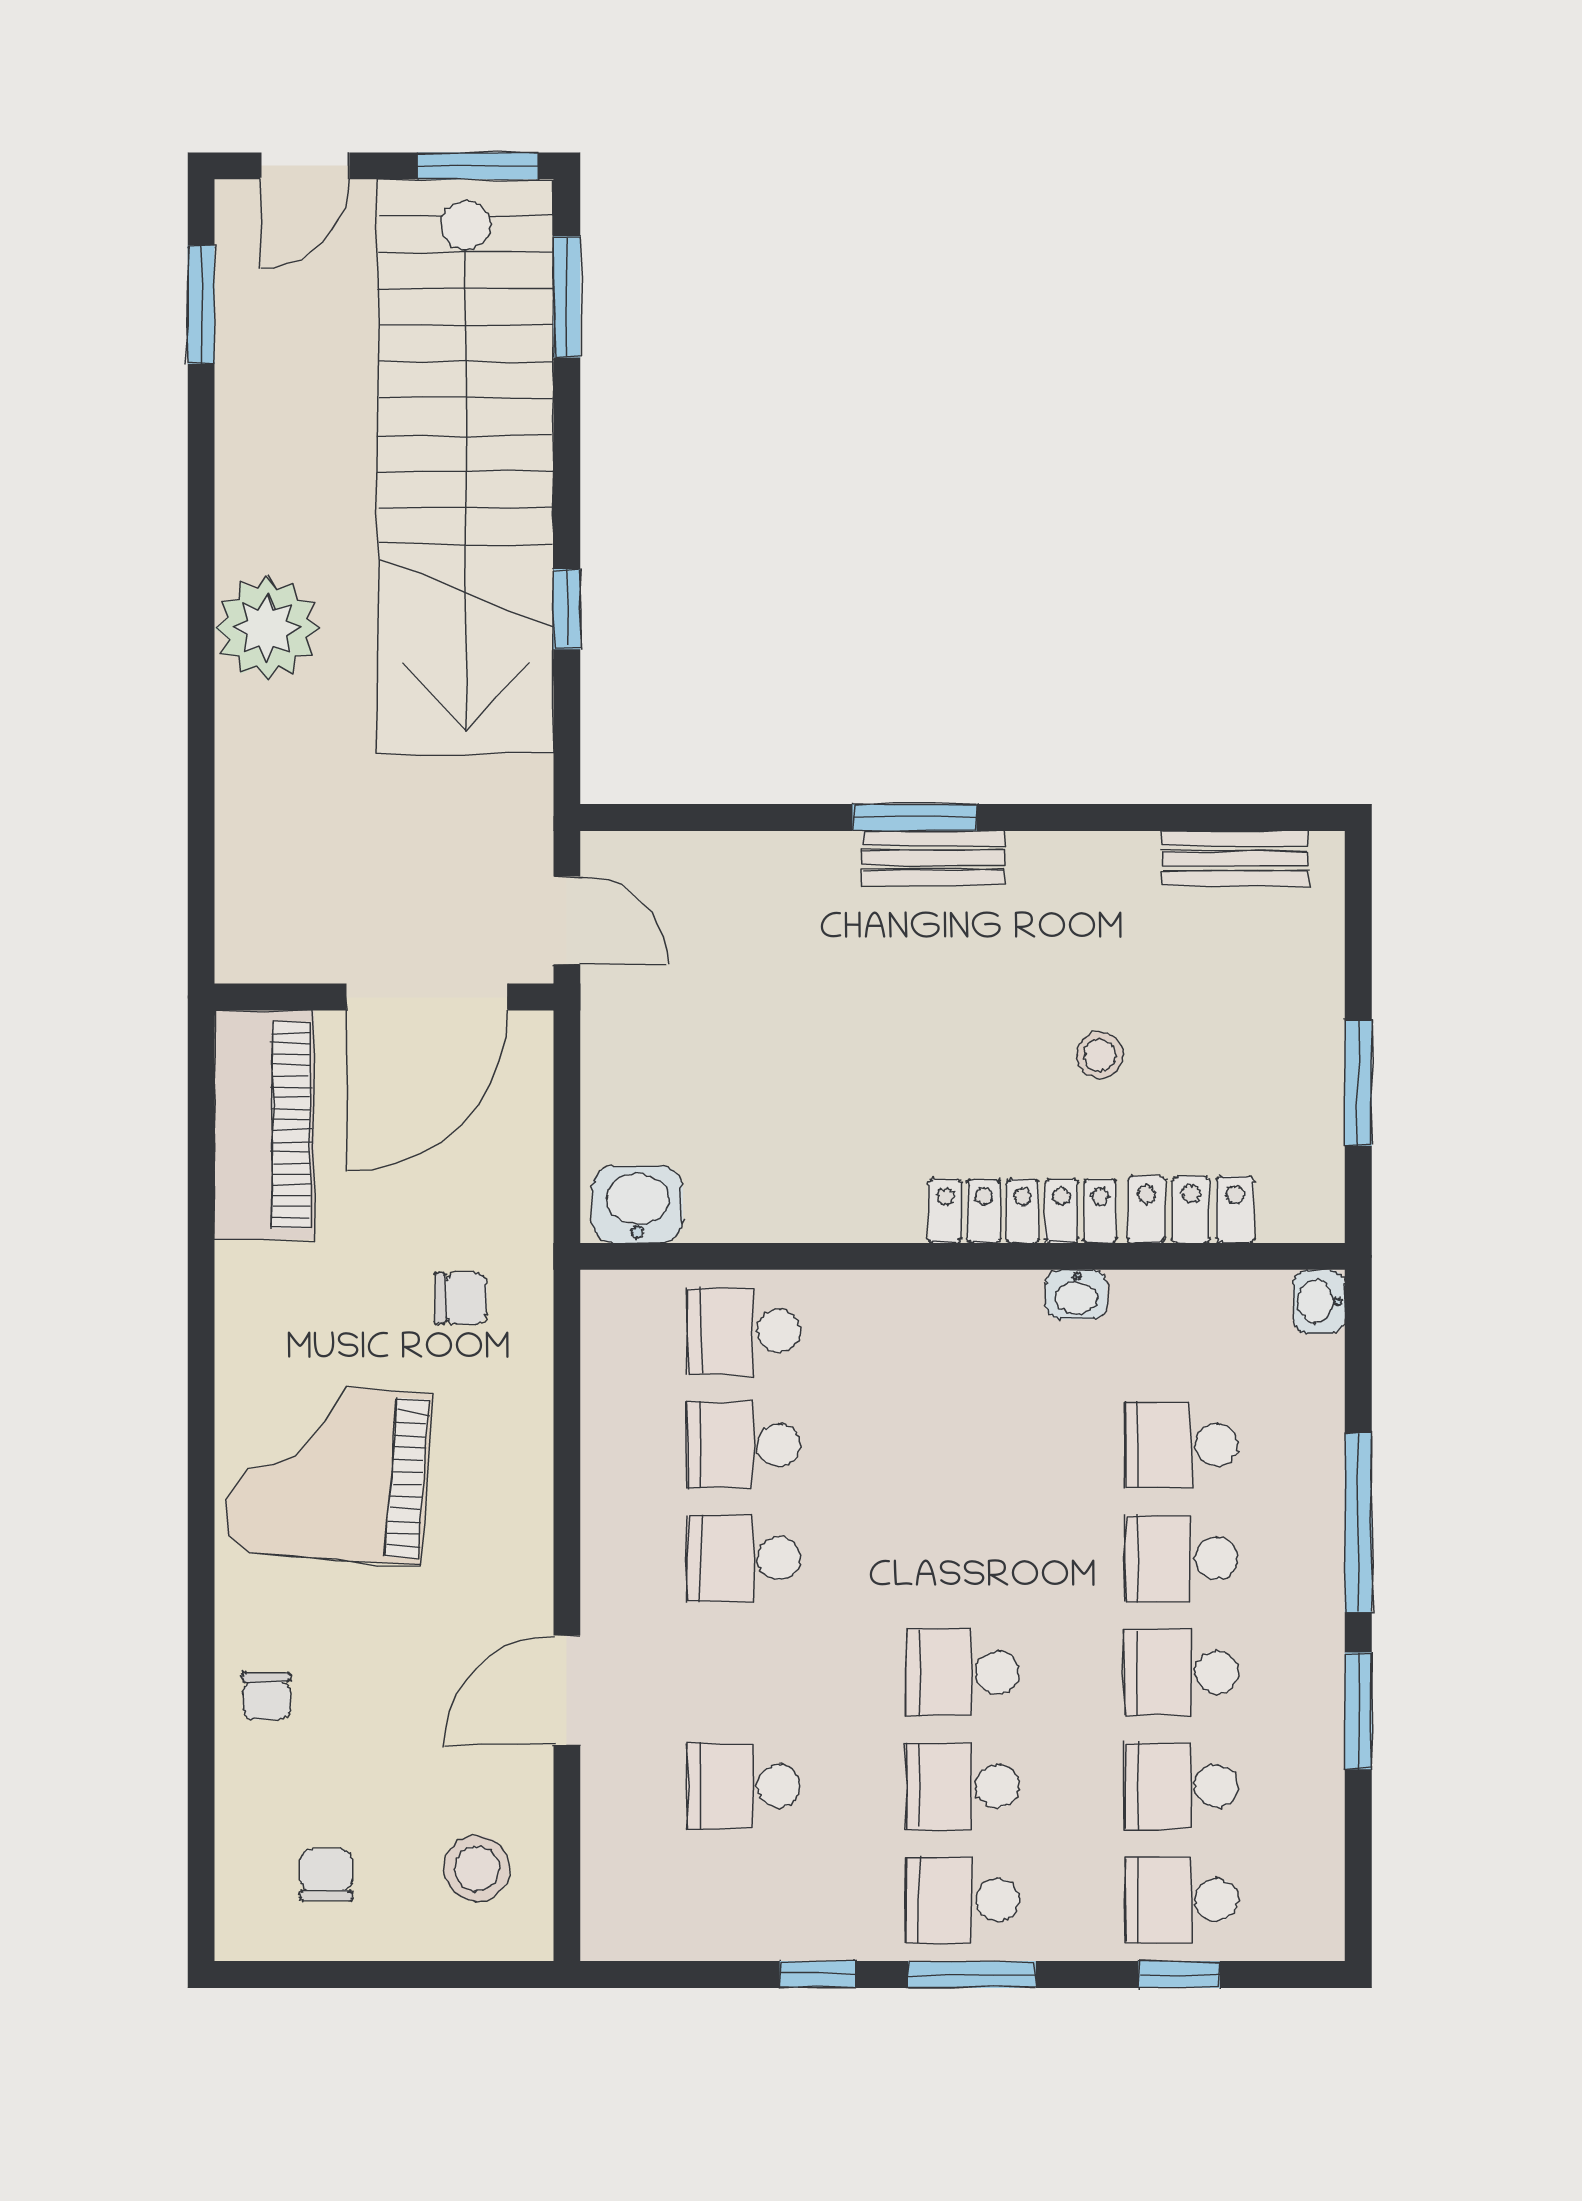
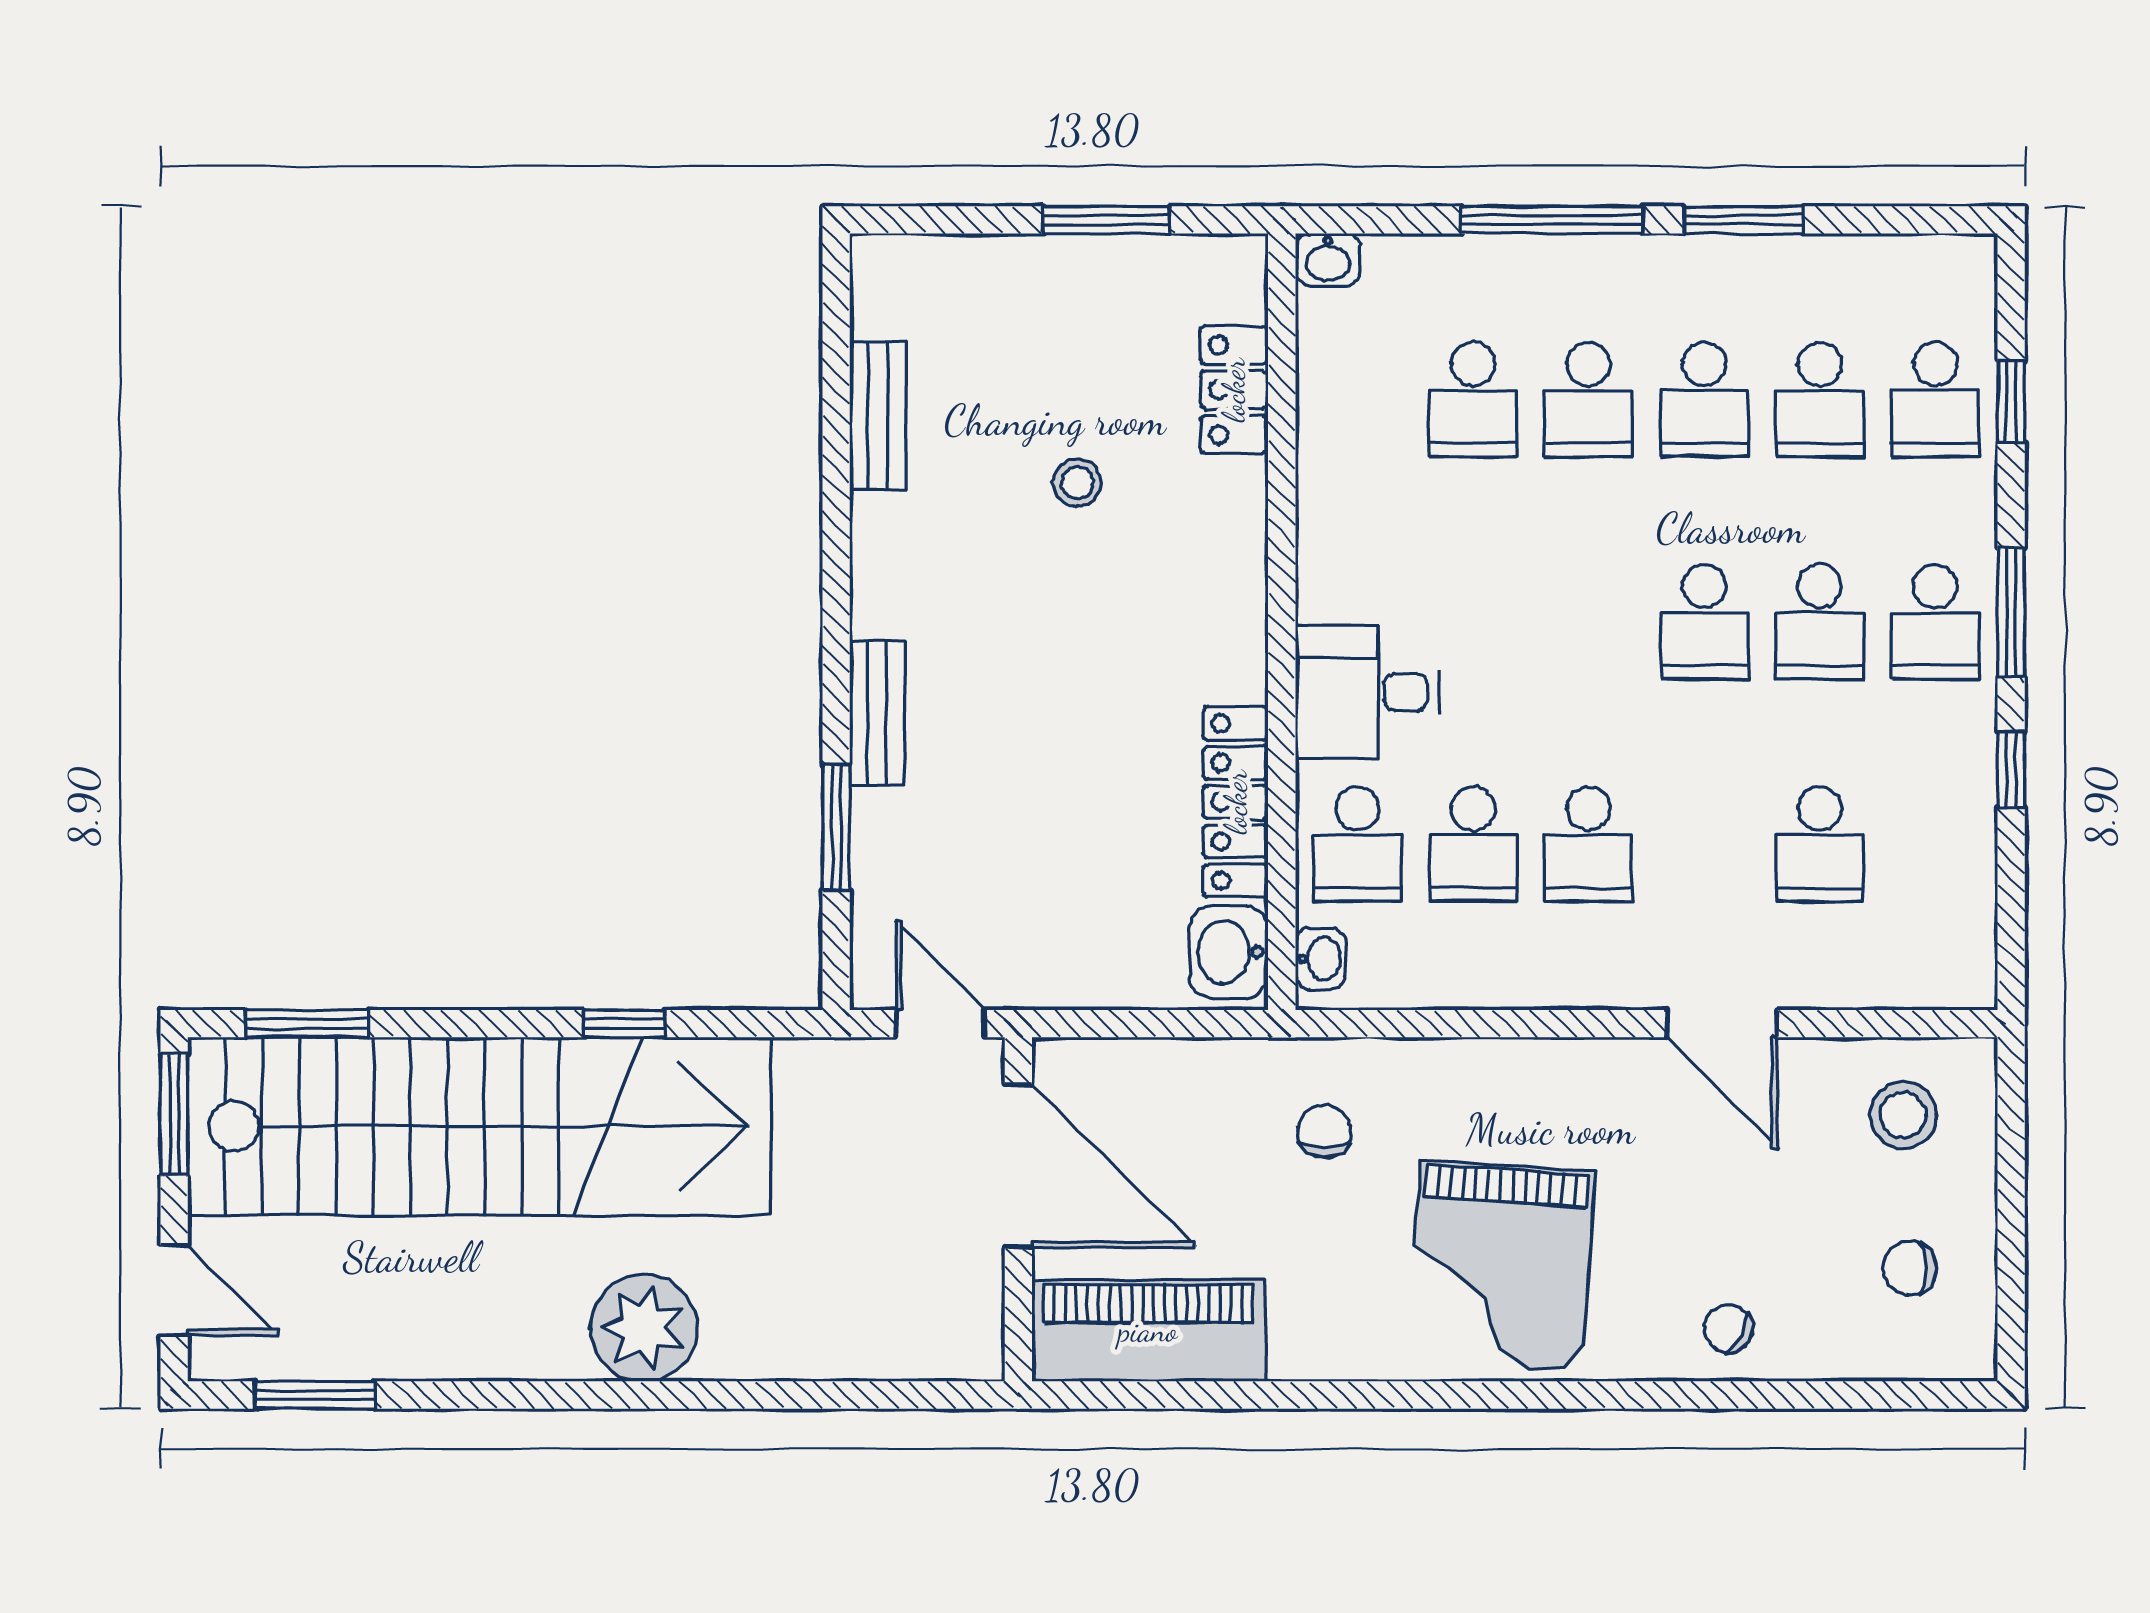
window: (915, 817) -> (836, 827), moved
bench: (933, 858) -> (877, 713), moved
bench: (1235, 859) -> (878, 416), moved
door: (567, 920) -> (940, 1024), hinge flipped
locker: (1023, 1211) -> (1236, 802), moved
washbasin: (1076, 1294) -> (1320, 959), moved
desk: (893, 1340) -> (1367, 692), added
chair: (266, 1696) -> (1728, 1329), turned -152

